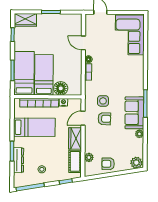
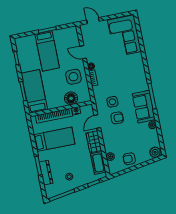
wardrobe: (25, 20) -> (25, 42), removed
side table: (68, 66) -> (73, 77), added
bed: (44, 75) -> (47, 51), moved, turned 180

